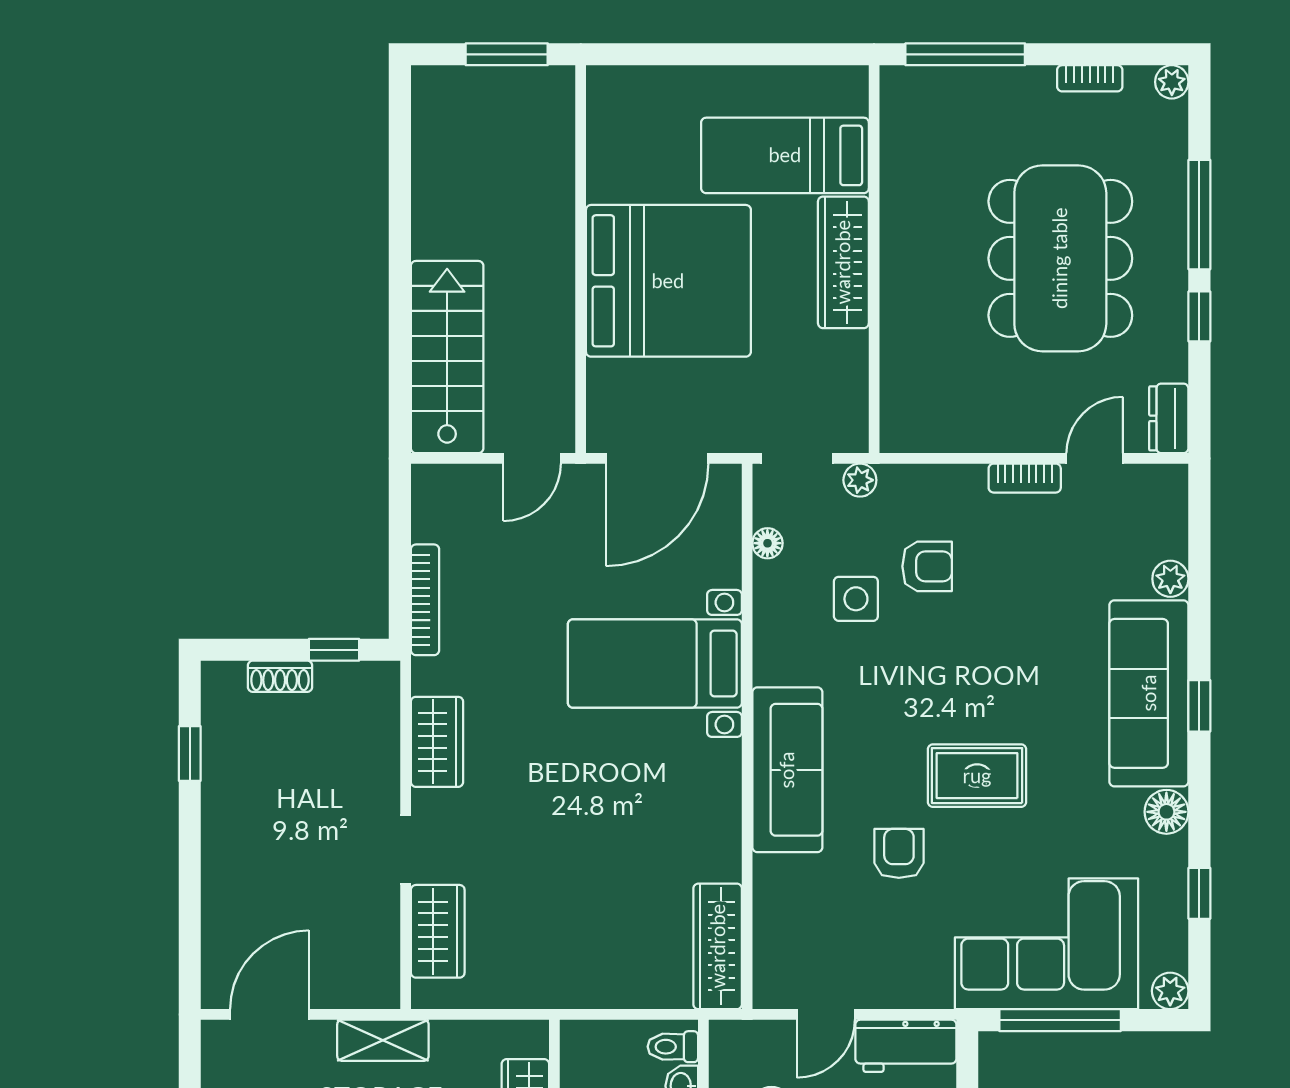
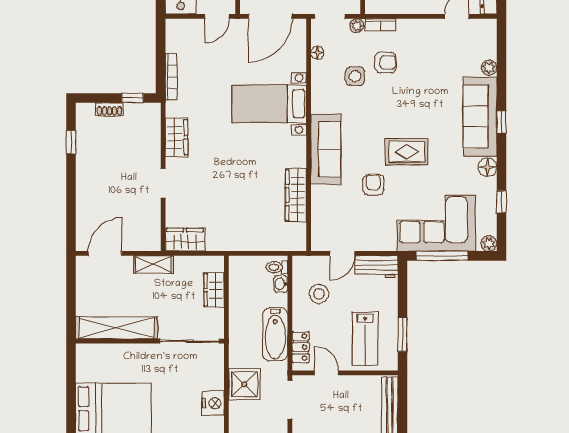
bookcase: (1025, 478) -> (381, 25), moved
wardrobe: (438, 931) -> (185, 240), moved, turned -90
wardrobe: (718, 946) -> (296, 195), moved

